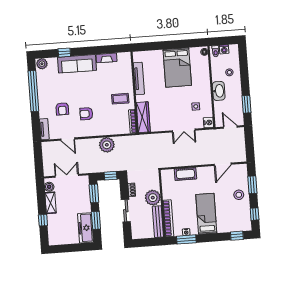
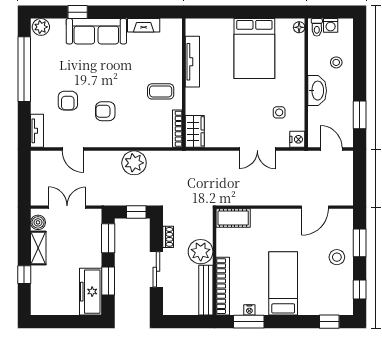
wardrobe: (143, 117) -> (195, 131), width x0.67
cot: (185, 174) -> (233, 218), moved

